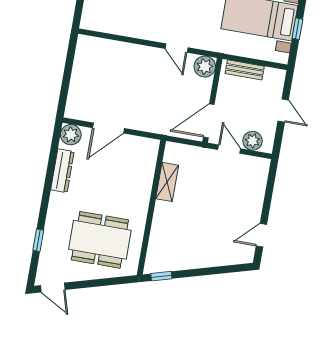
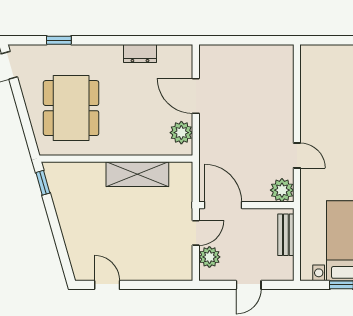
door: (176, 48) -> (297, 155), swing flipped
plant: (71, 135) -> (181, 133), moved
dresser: (62, 171) -> (140, 53), width x0.70
shelving: (167, 182) -> (137, 174), width x1.50, depth x1.33

